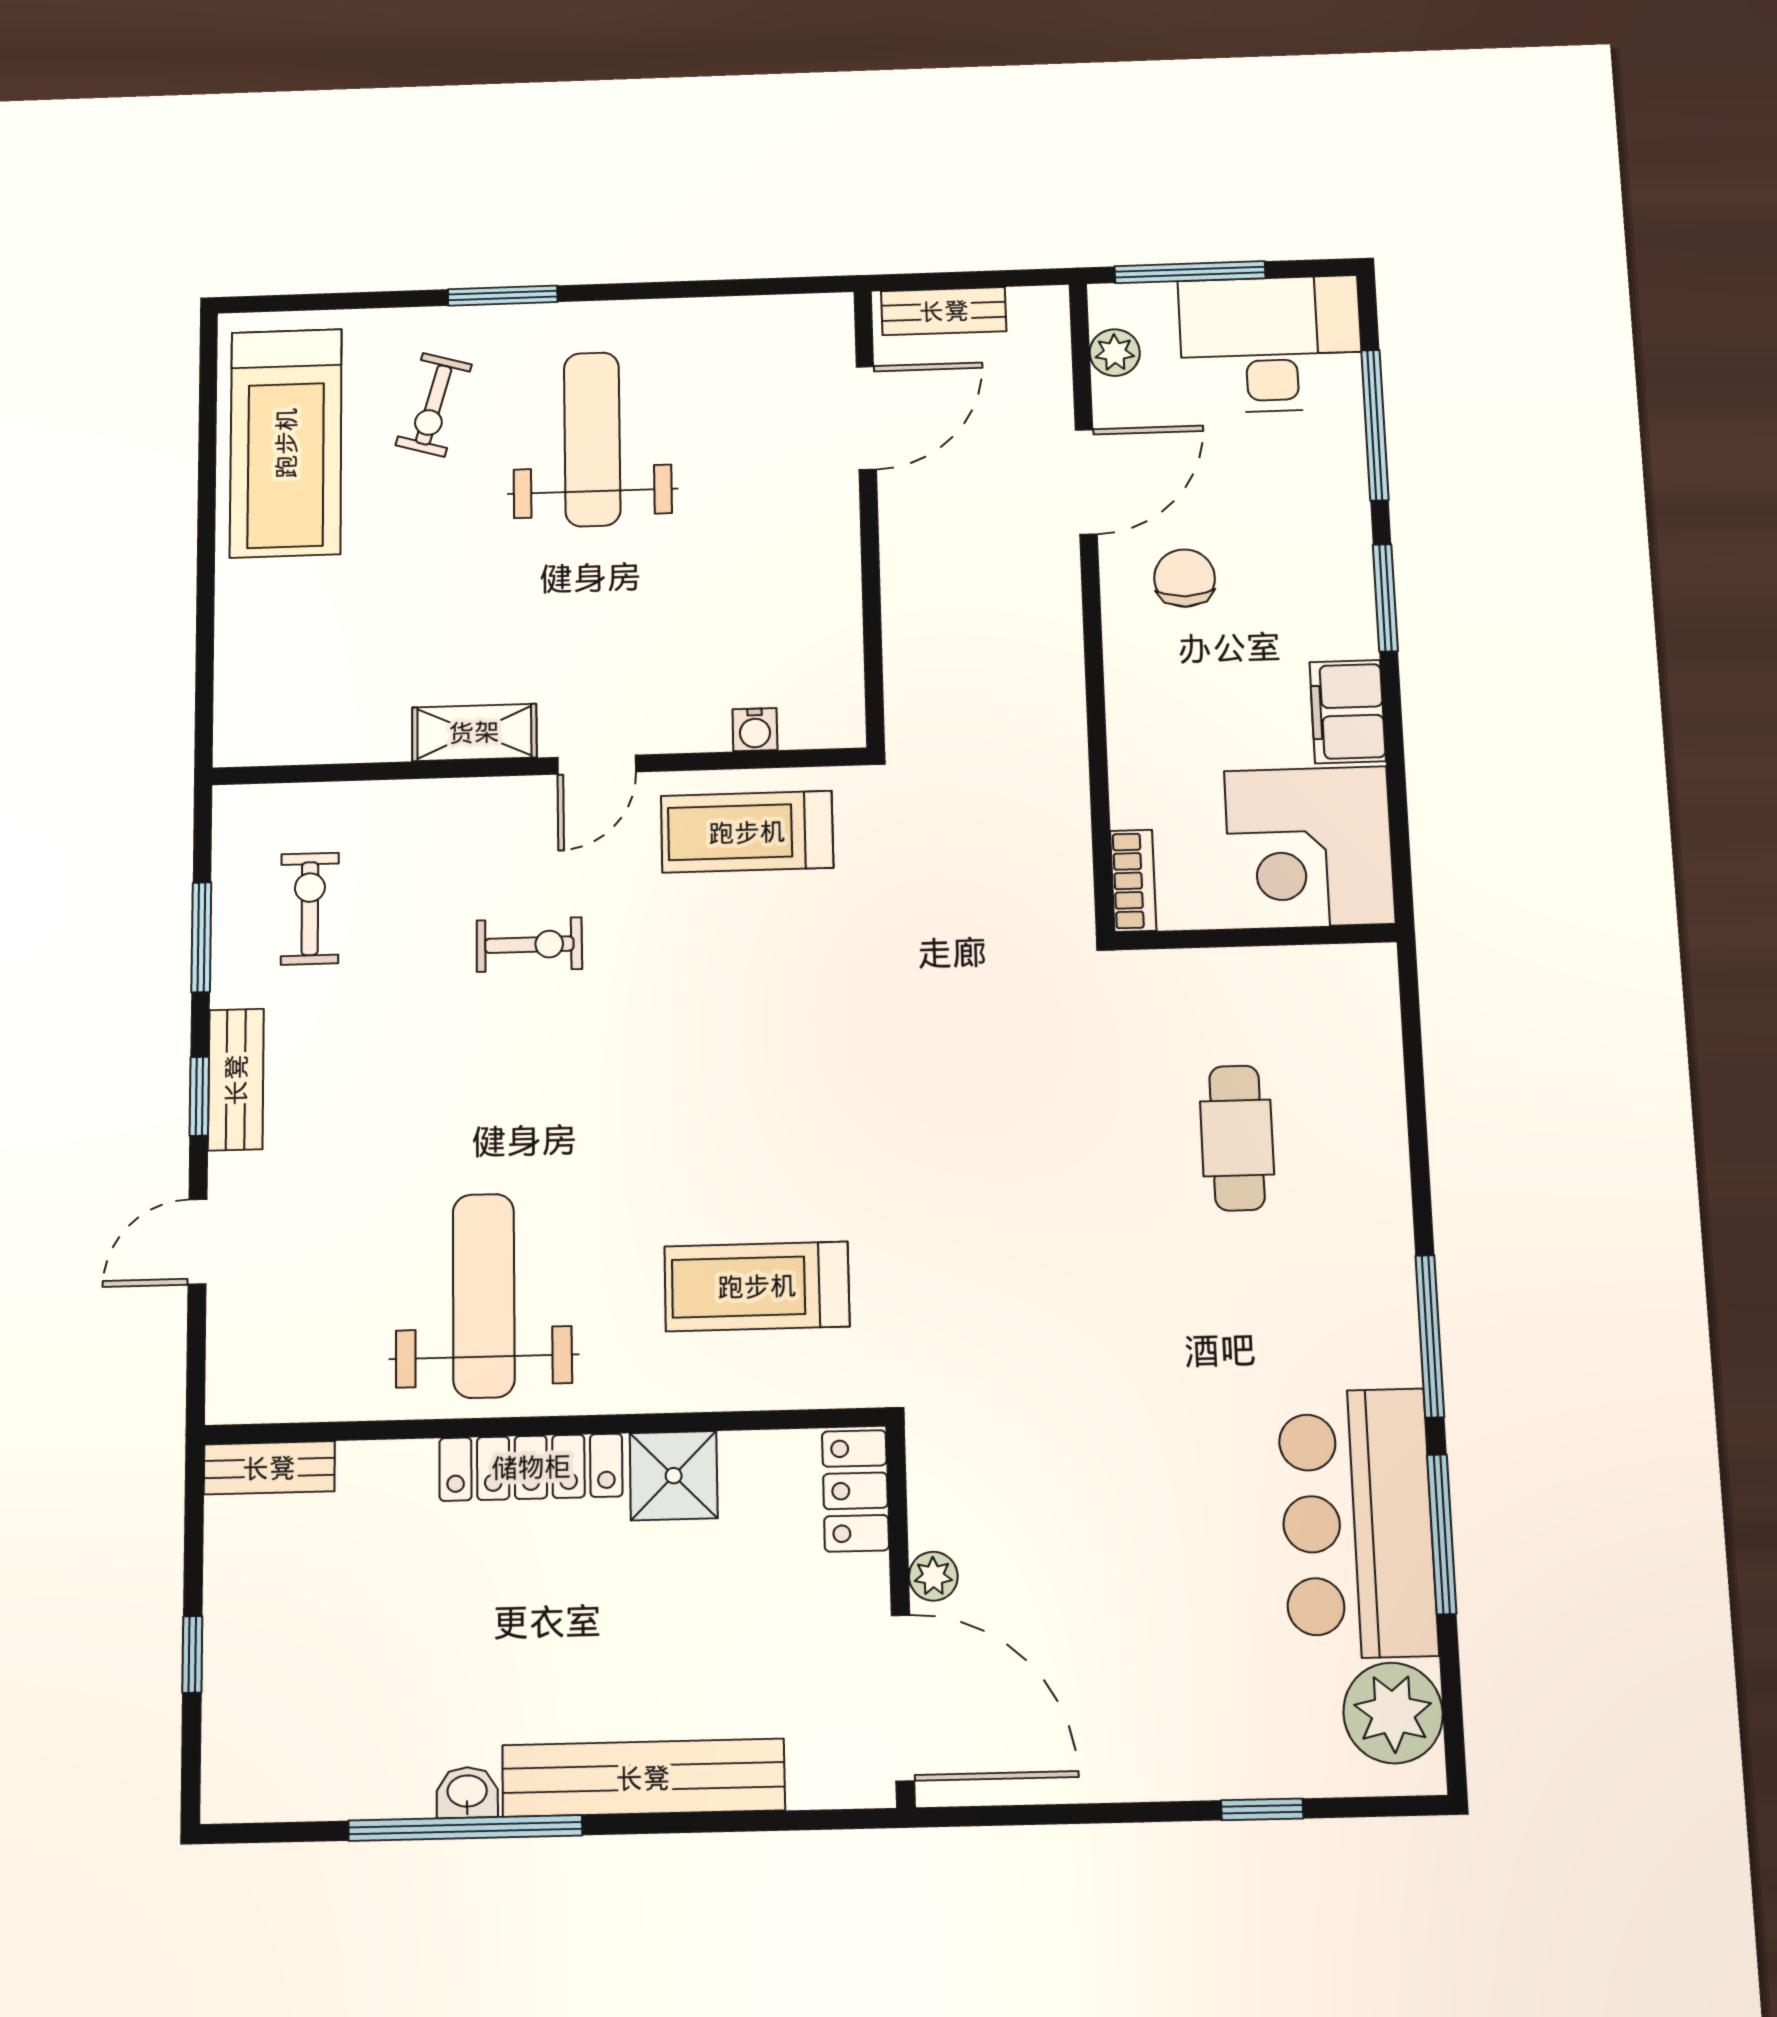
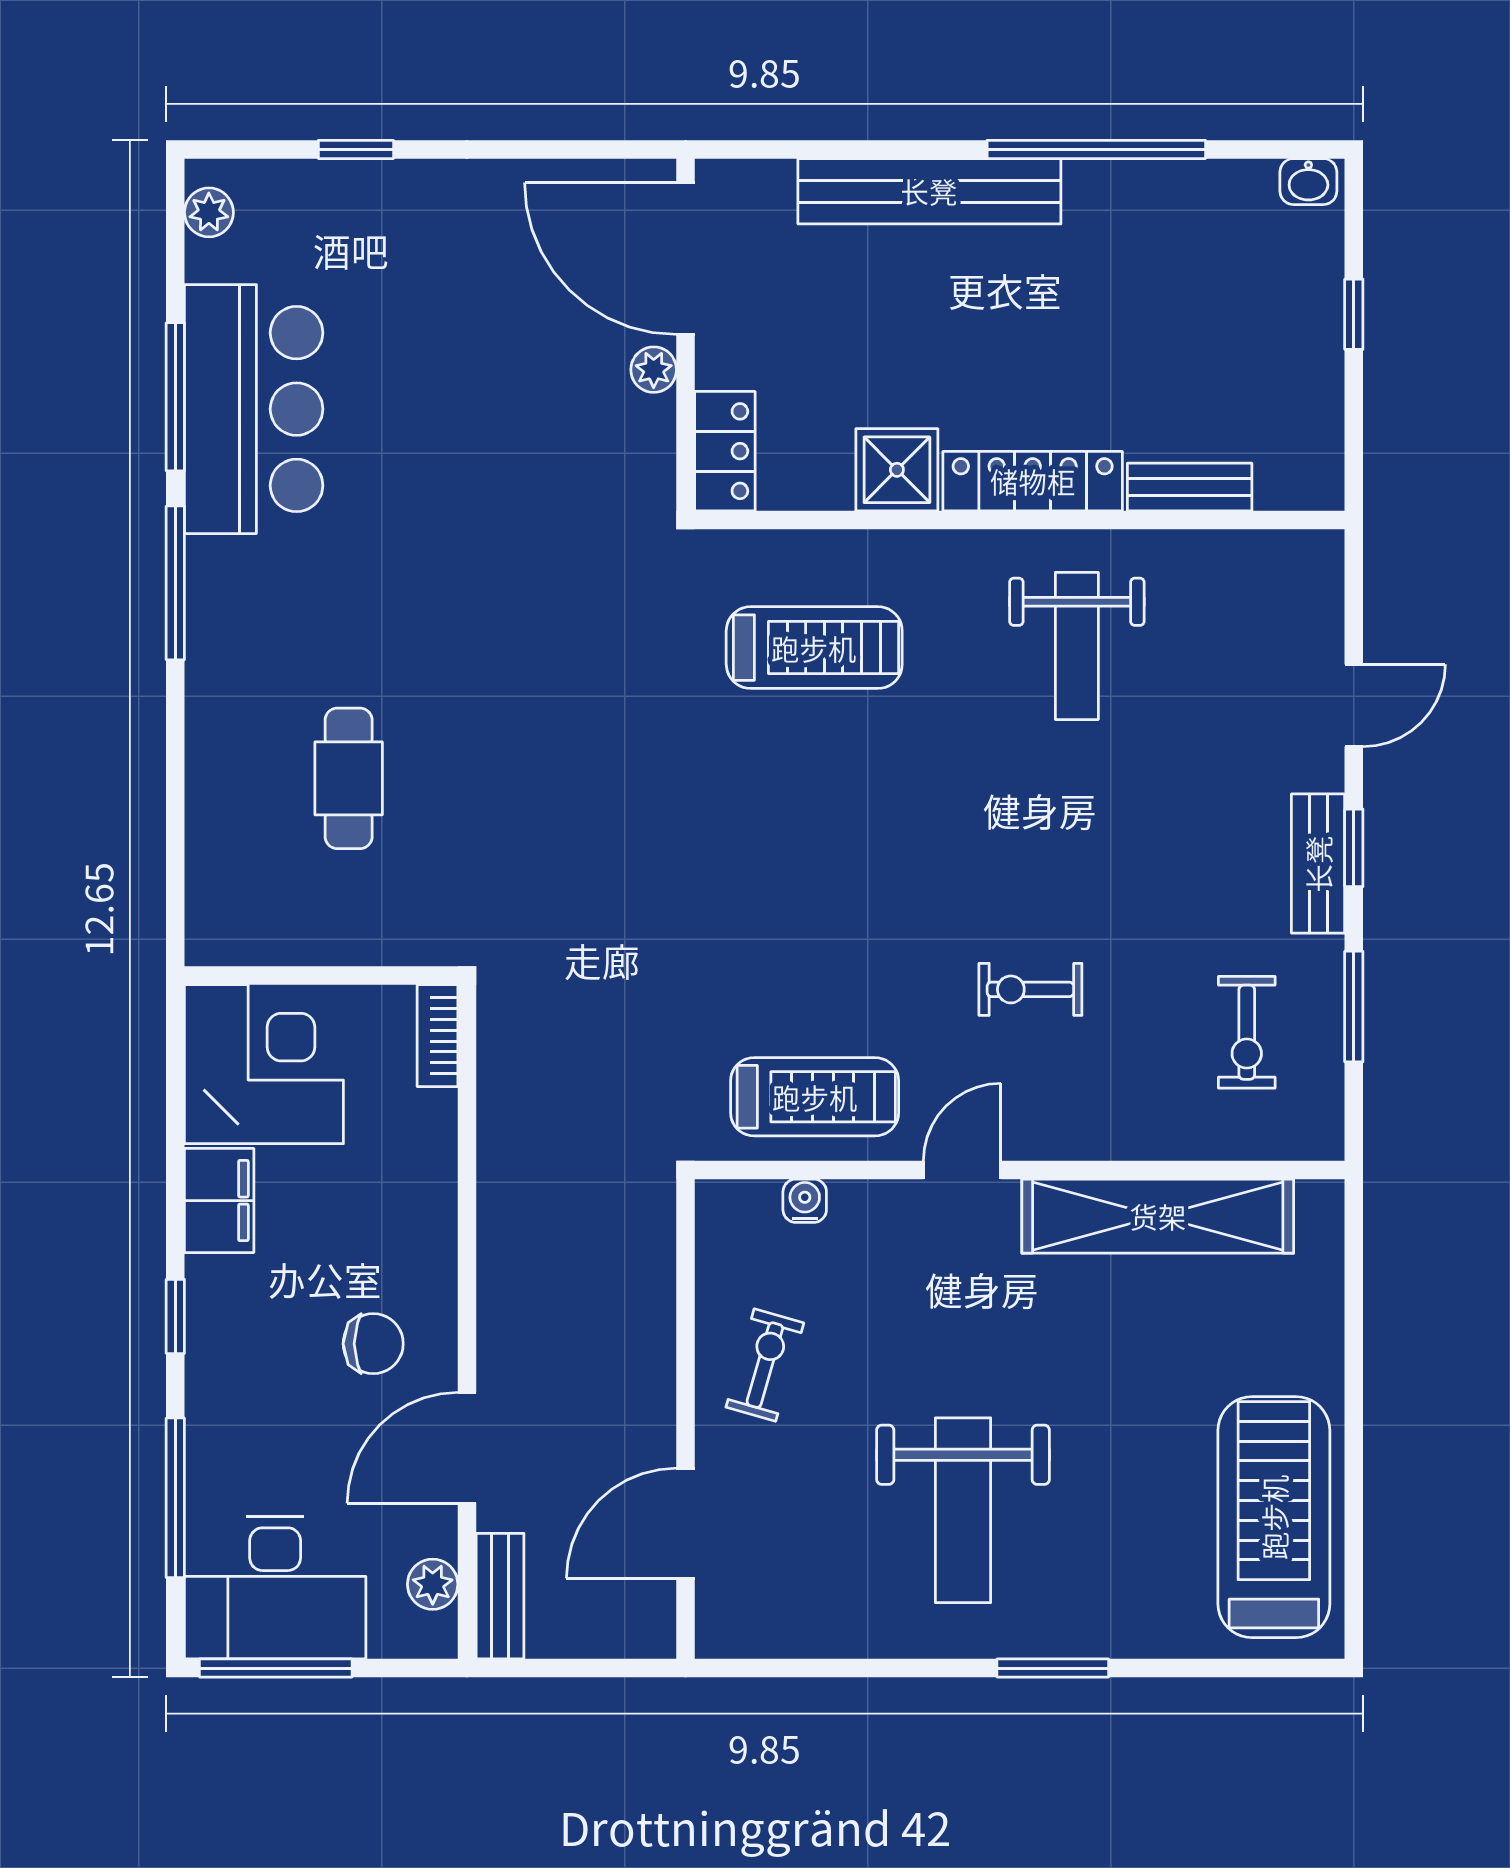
window: (1190, 272) -> (276, 1668), moved
bench: (944, 311) -> (500, 1596), moved, turned 90
exercise bike: (434, 405) -> (765, 1365), moved
chair: (1185, 578) -> (373, 1344), turned -90
window: (1385, 598) -> (175, 1316), width x0.67
shelving: (474, 732) -> (1158, 1216), width x2.20, depth x1.33
weight bench: (484, 1296) -> (1077, 646), width x0.73, depth x0.75
bench: (269, 1468) -> (1190, 487), moved
plant: (1393, 1713) -> (209, 212), width x0.53, depth x0.53
washbasin: (467, 1792) -> (1308, 182), moved

